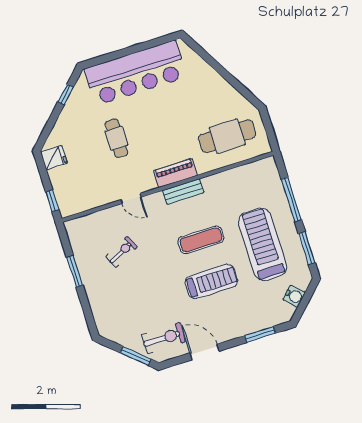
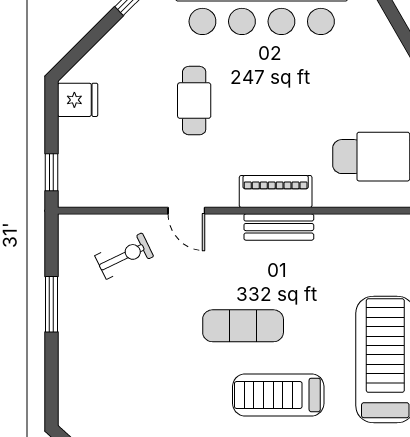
exercise mat: (201, 240) -> (243, 326), moved
exercise bike: (121, 252) -> (124, 256), moved
treadmill: (211, 281) -> (278, 395), turned 180

